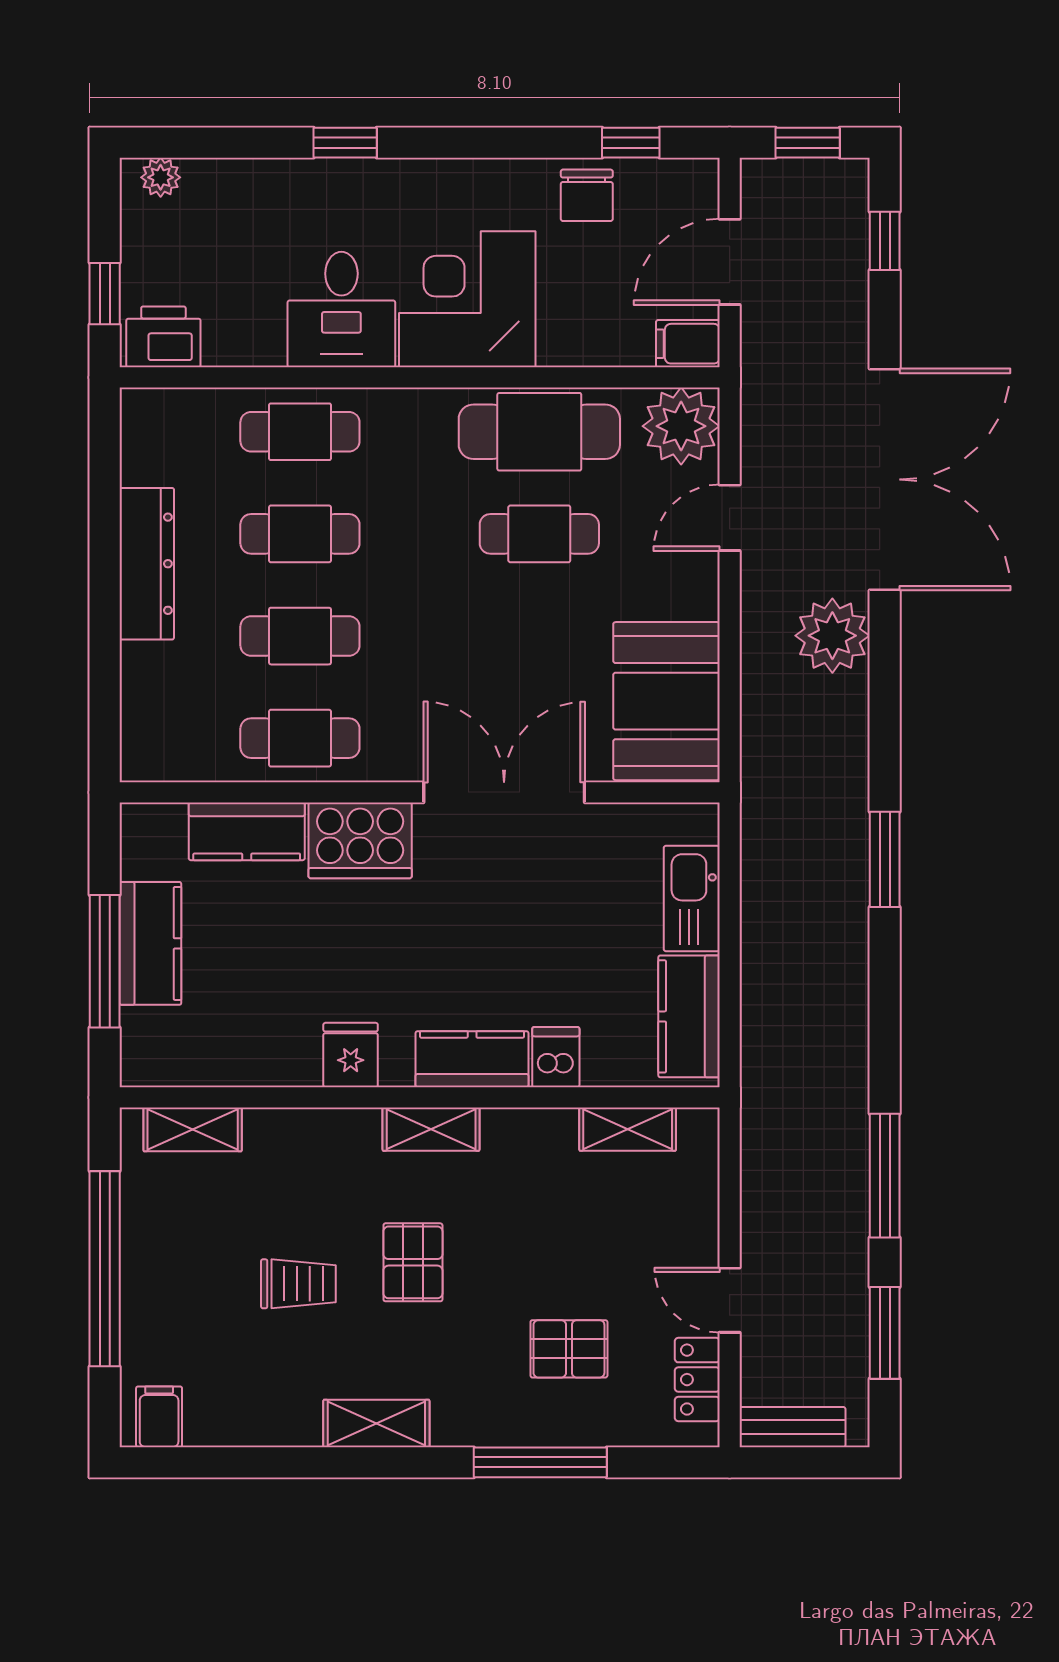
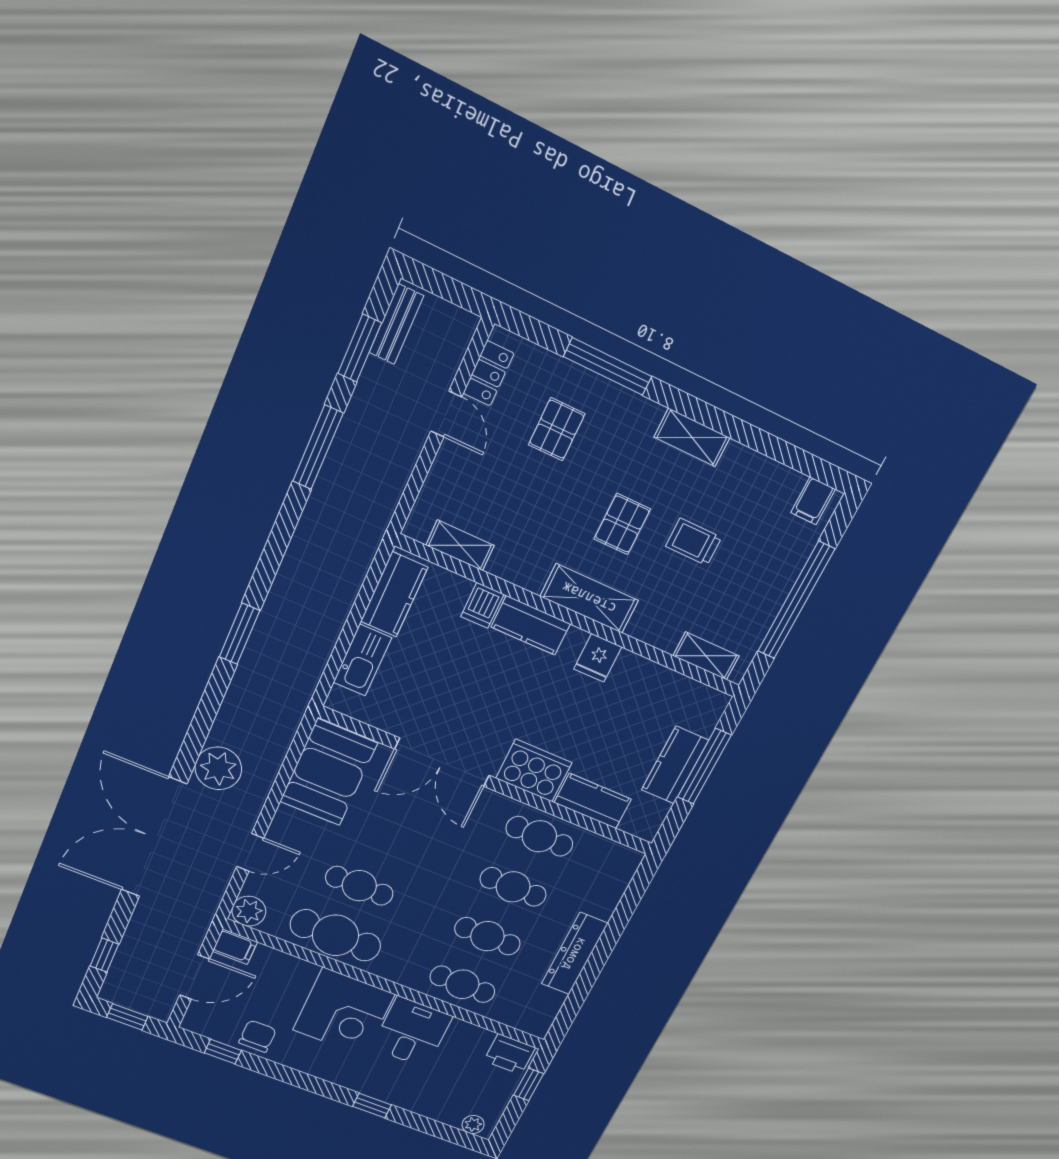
plant: (681, 426) -> (249, 911), width x0.73, depth x0.73
shelving: (431, 1129) -> (589, 598), width x1.50, depth x1.33
pallet: (569, 1349) -> (557, 429), turned 90
bench: (792, 1427) -> (396, 324), moved, turned 90

